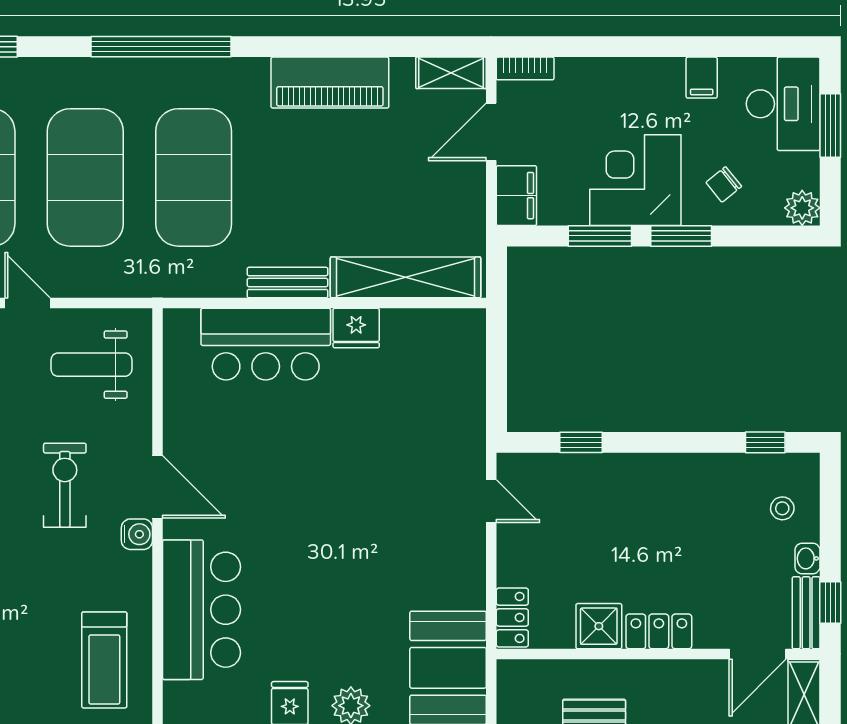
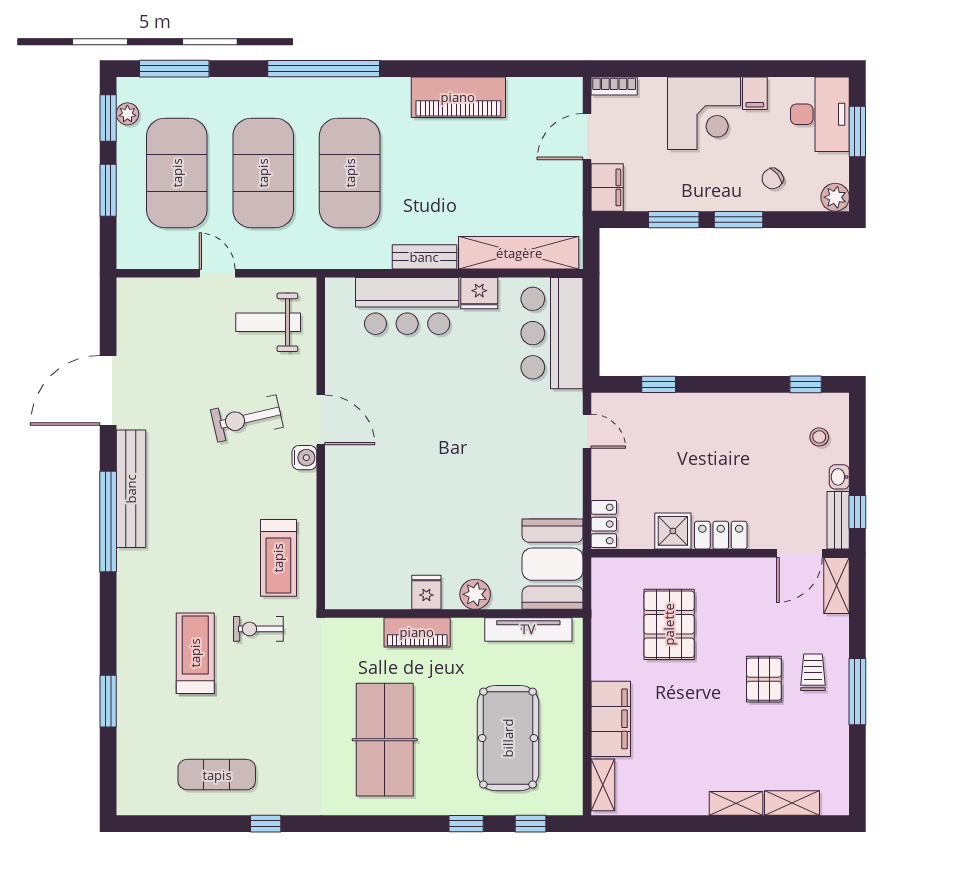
shelving: (451, 73) -> (555, 90), removed
corner desk: (635, 180) -> (704, 113), moved, turned 180
exercise bike: (65, 485) -> (247, 418), turned -103
bar counter: (202, 610) -> (552, 333), moved, turned 180

